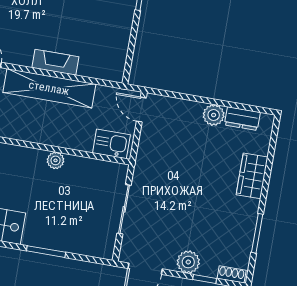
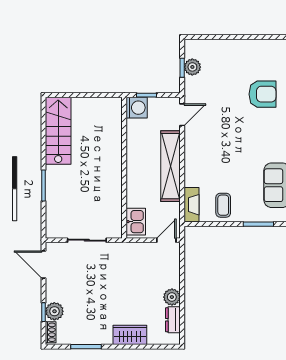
coffee table: (110, 31) -> (223, 205), added
fireplace: (55, 62) -> (192, 205), moved
plant: (56, 160) -> (115, 181), removed
plant: (188, 262) -> (54, 311), moved

